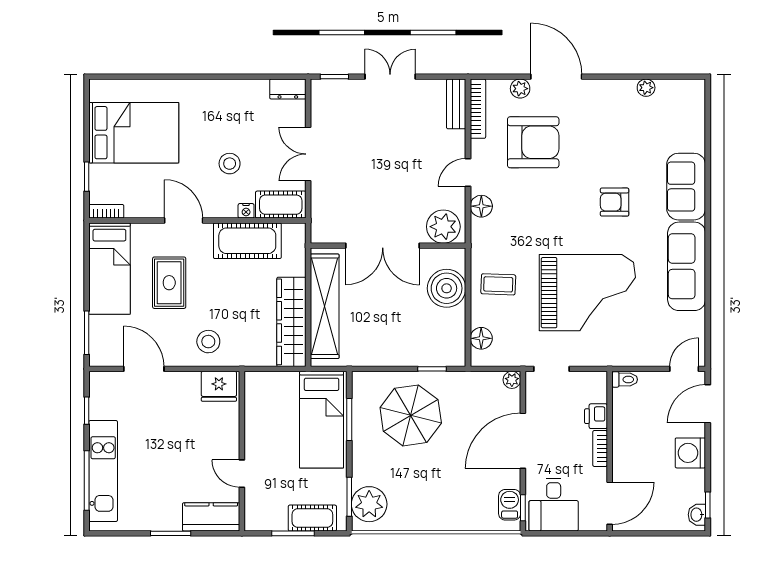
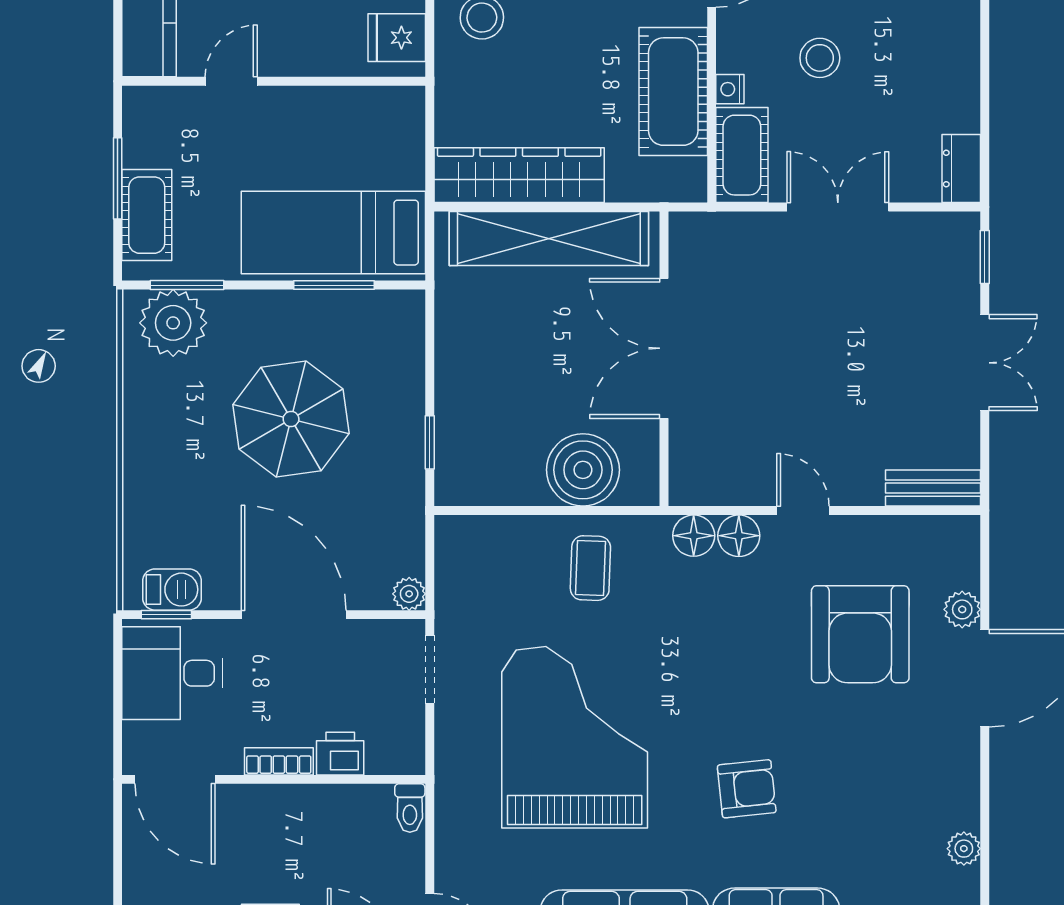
bookcase: (478, 109) -> (924, 529), removed
armchair: (615, 202) -> (747, 789), turned 84
plant: (443, 227) -> (700, 464), removed
grand piano: (587, 293) -> (575, 737), turned 180
floor lamp: (481, 338) -> (694, 536), moved
fridge: (219, 386) -> (397, 38), width x0.72
parasol: (411, 415) -> (291, 419), moved

